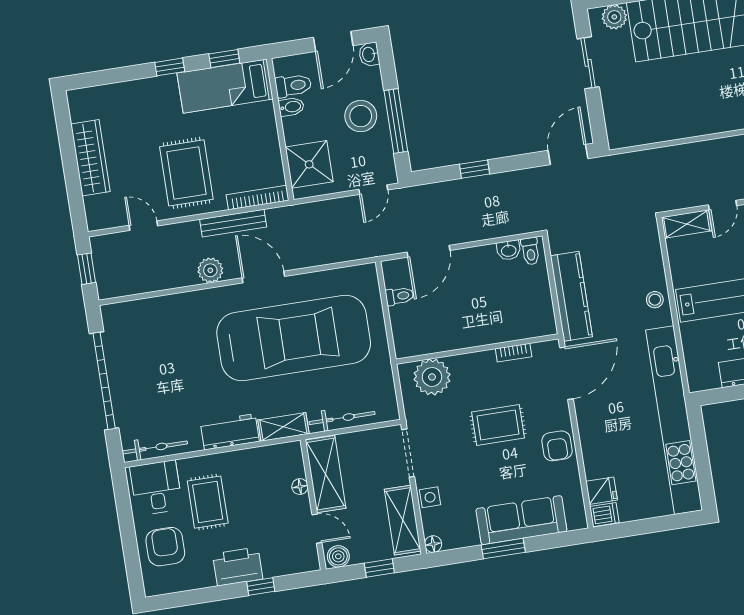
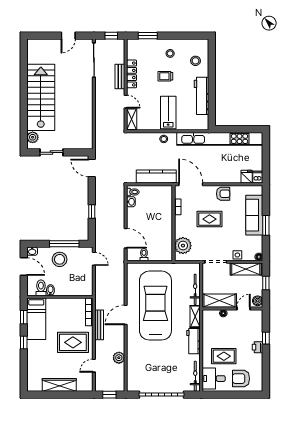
shower: (309, 164) -> (78, 286), removed
plant: (210, 270) -> (119, 358), moved
rug: (498, 425) -> (209, 219), turned 90
printer: (238, 566) -> (258, 347), width x0.53, depth x0.68

